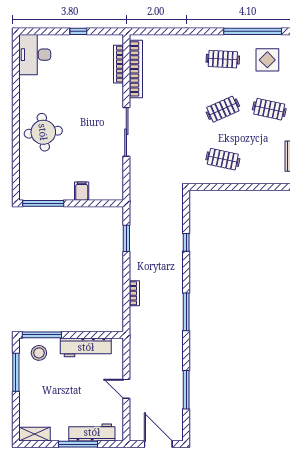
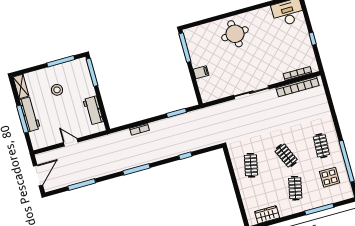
workbench: (86, 347) -> (93, 110), width x0.73
stool: (39, 353) -> (57, 90), moved
door: (126, 389) -> (71, 142), hinge flipped
workbench: (92, 432) -> (30, 114), moved

